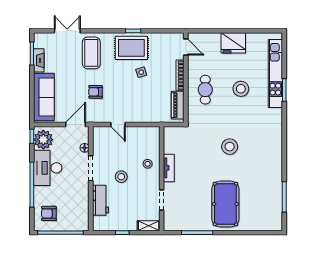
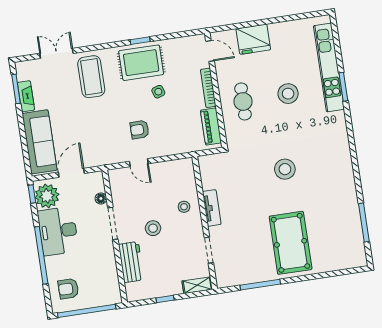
fridge: (233, 43) -> (253, 39), moved
armchair: (95, 92) -> (140, 130), moved
door: (75, 125) -> (71, 173), moved

